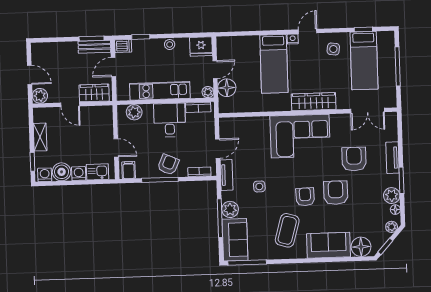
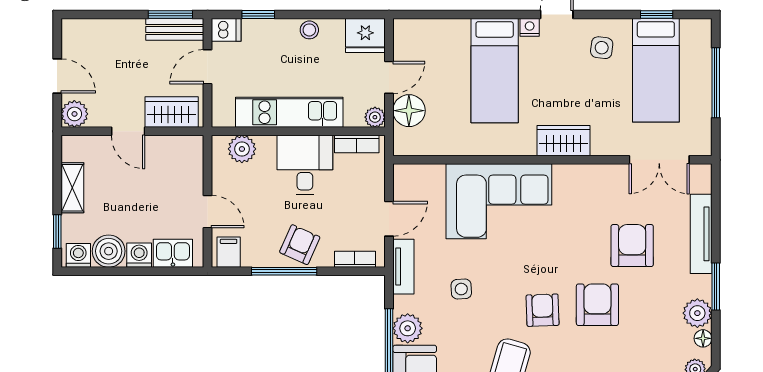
wardrobe: (314, 102) -> (563, 141), width x0.67
corner sofa: (300, 136) -> (499, 201), moved
tv unit: (392, 158) -> (701, 234), width x1.41

